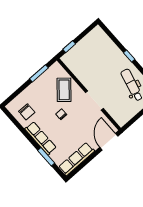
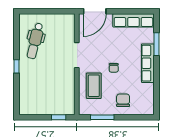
coffee table: (64, 90) -> (94, 86), turned -41
chair: (27, 112) -> (123, 100), moved

